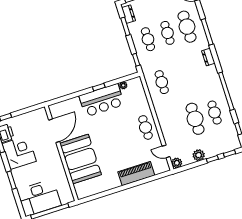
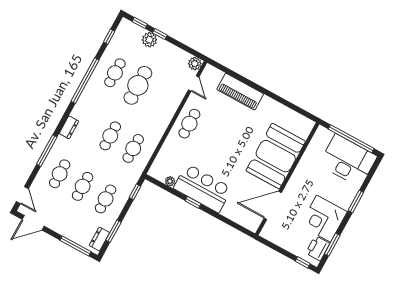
cafe table: (187, 27) -> (60, 174), width x0.73, depth x0.74
cafe table: (181, 76) -> (110, 136), added
plant: (199, 155) -> (149, 40), moved

